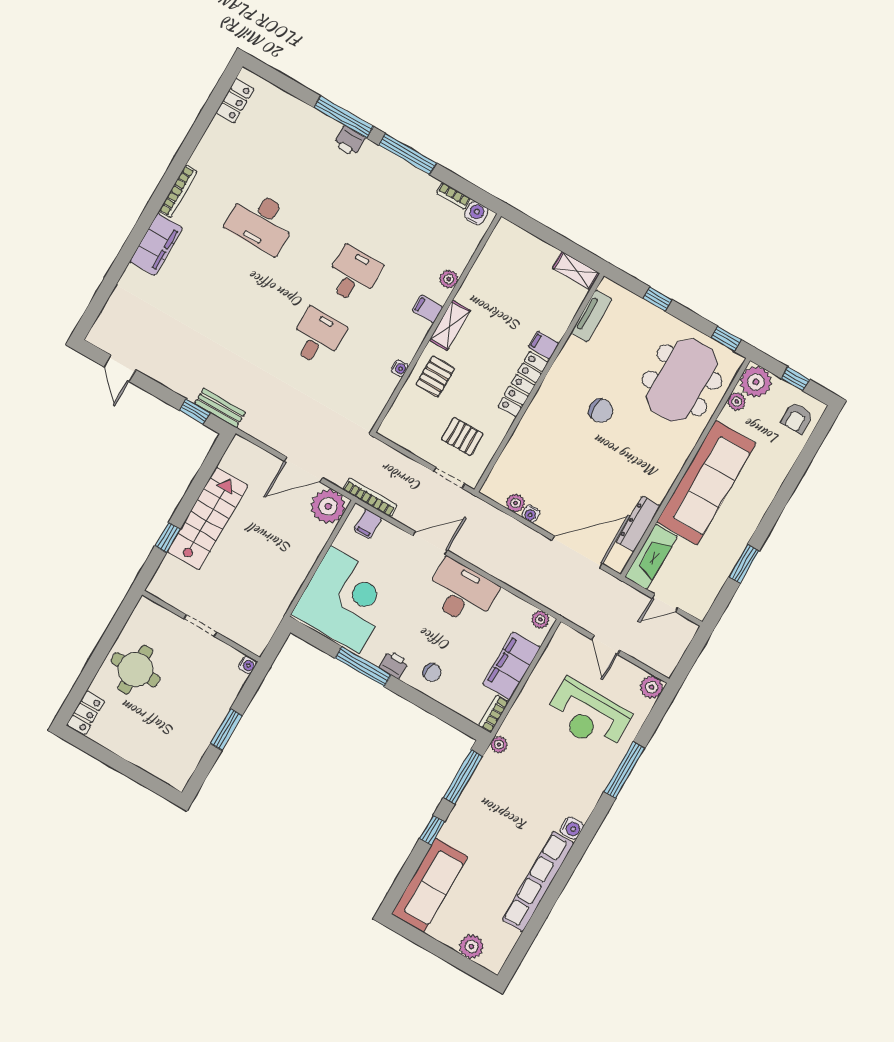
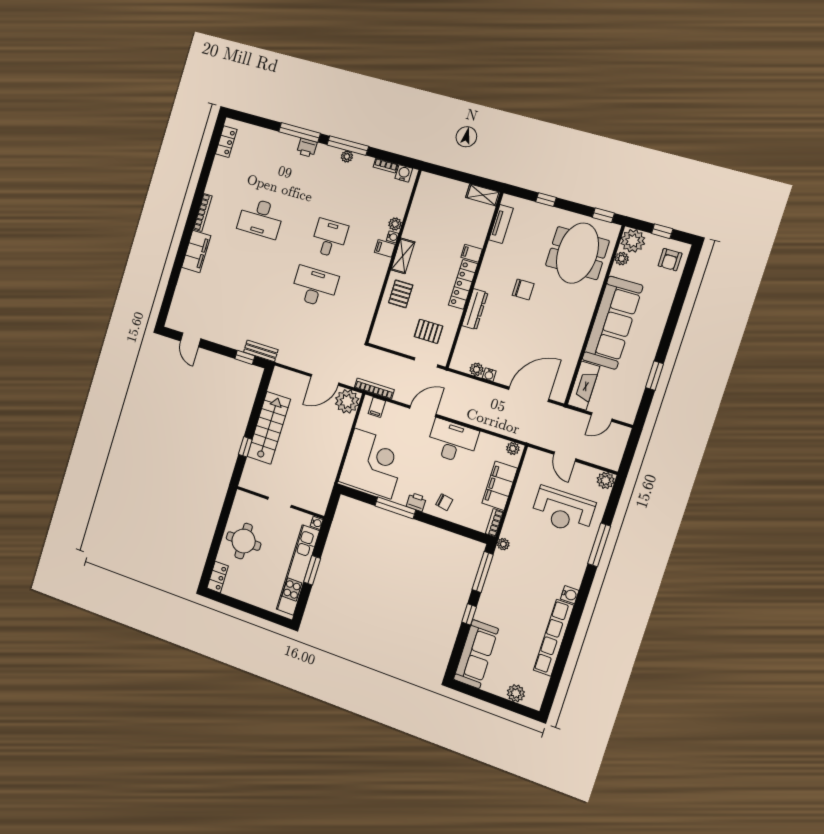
plant: (403, 169) -> (347, 157), added
desk: (317, 337) -> (315, 287), width x1.37
water cooler: (400, 368) -> (393, 237), moved
dresser: (638, 524) -> (475, 309), moved, turned 180
kitchen unit: (206, 725) -> (298, 570), added

